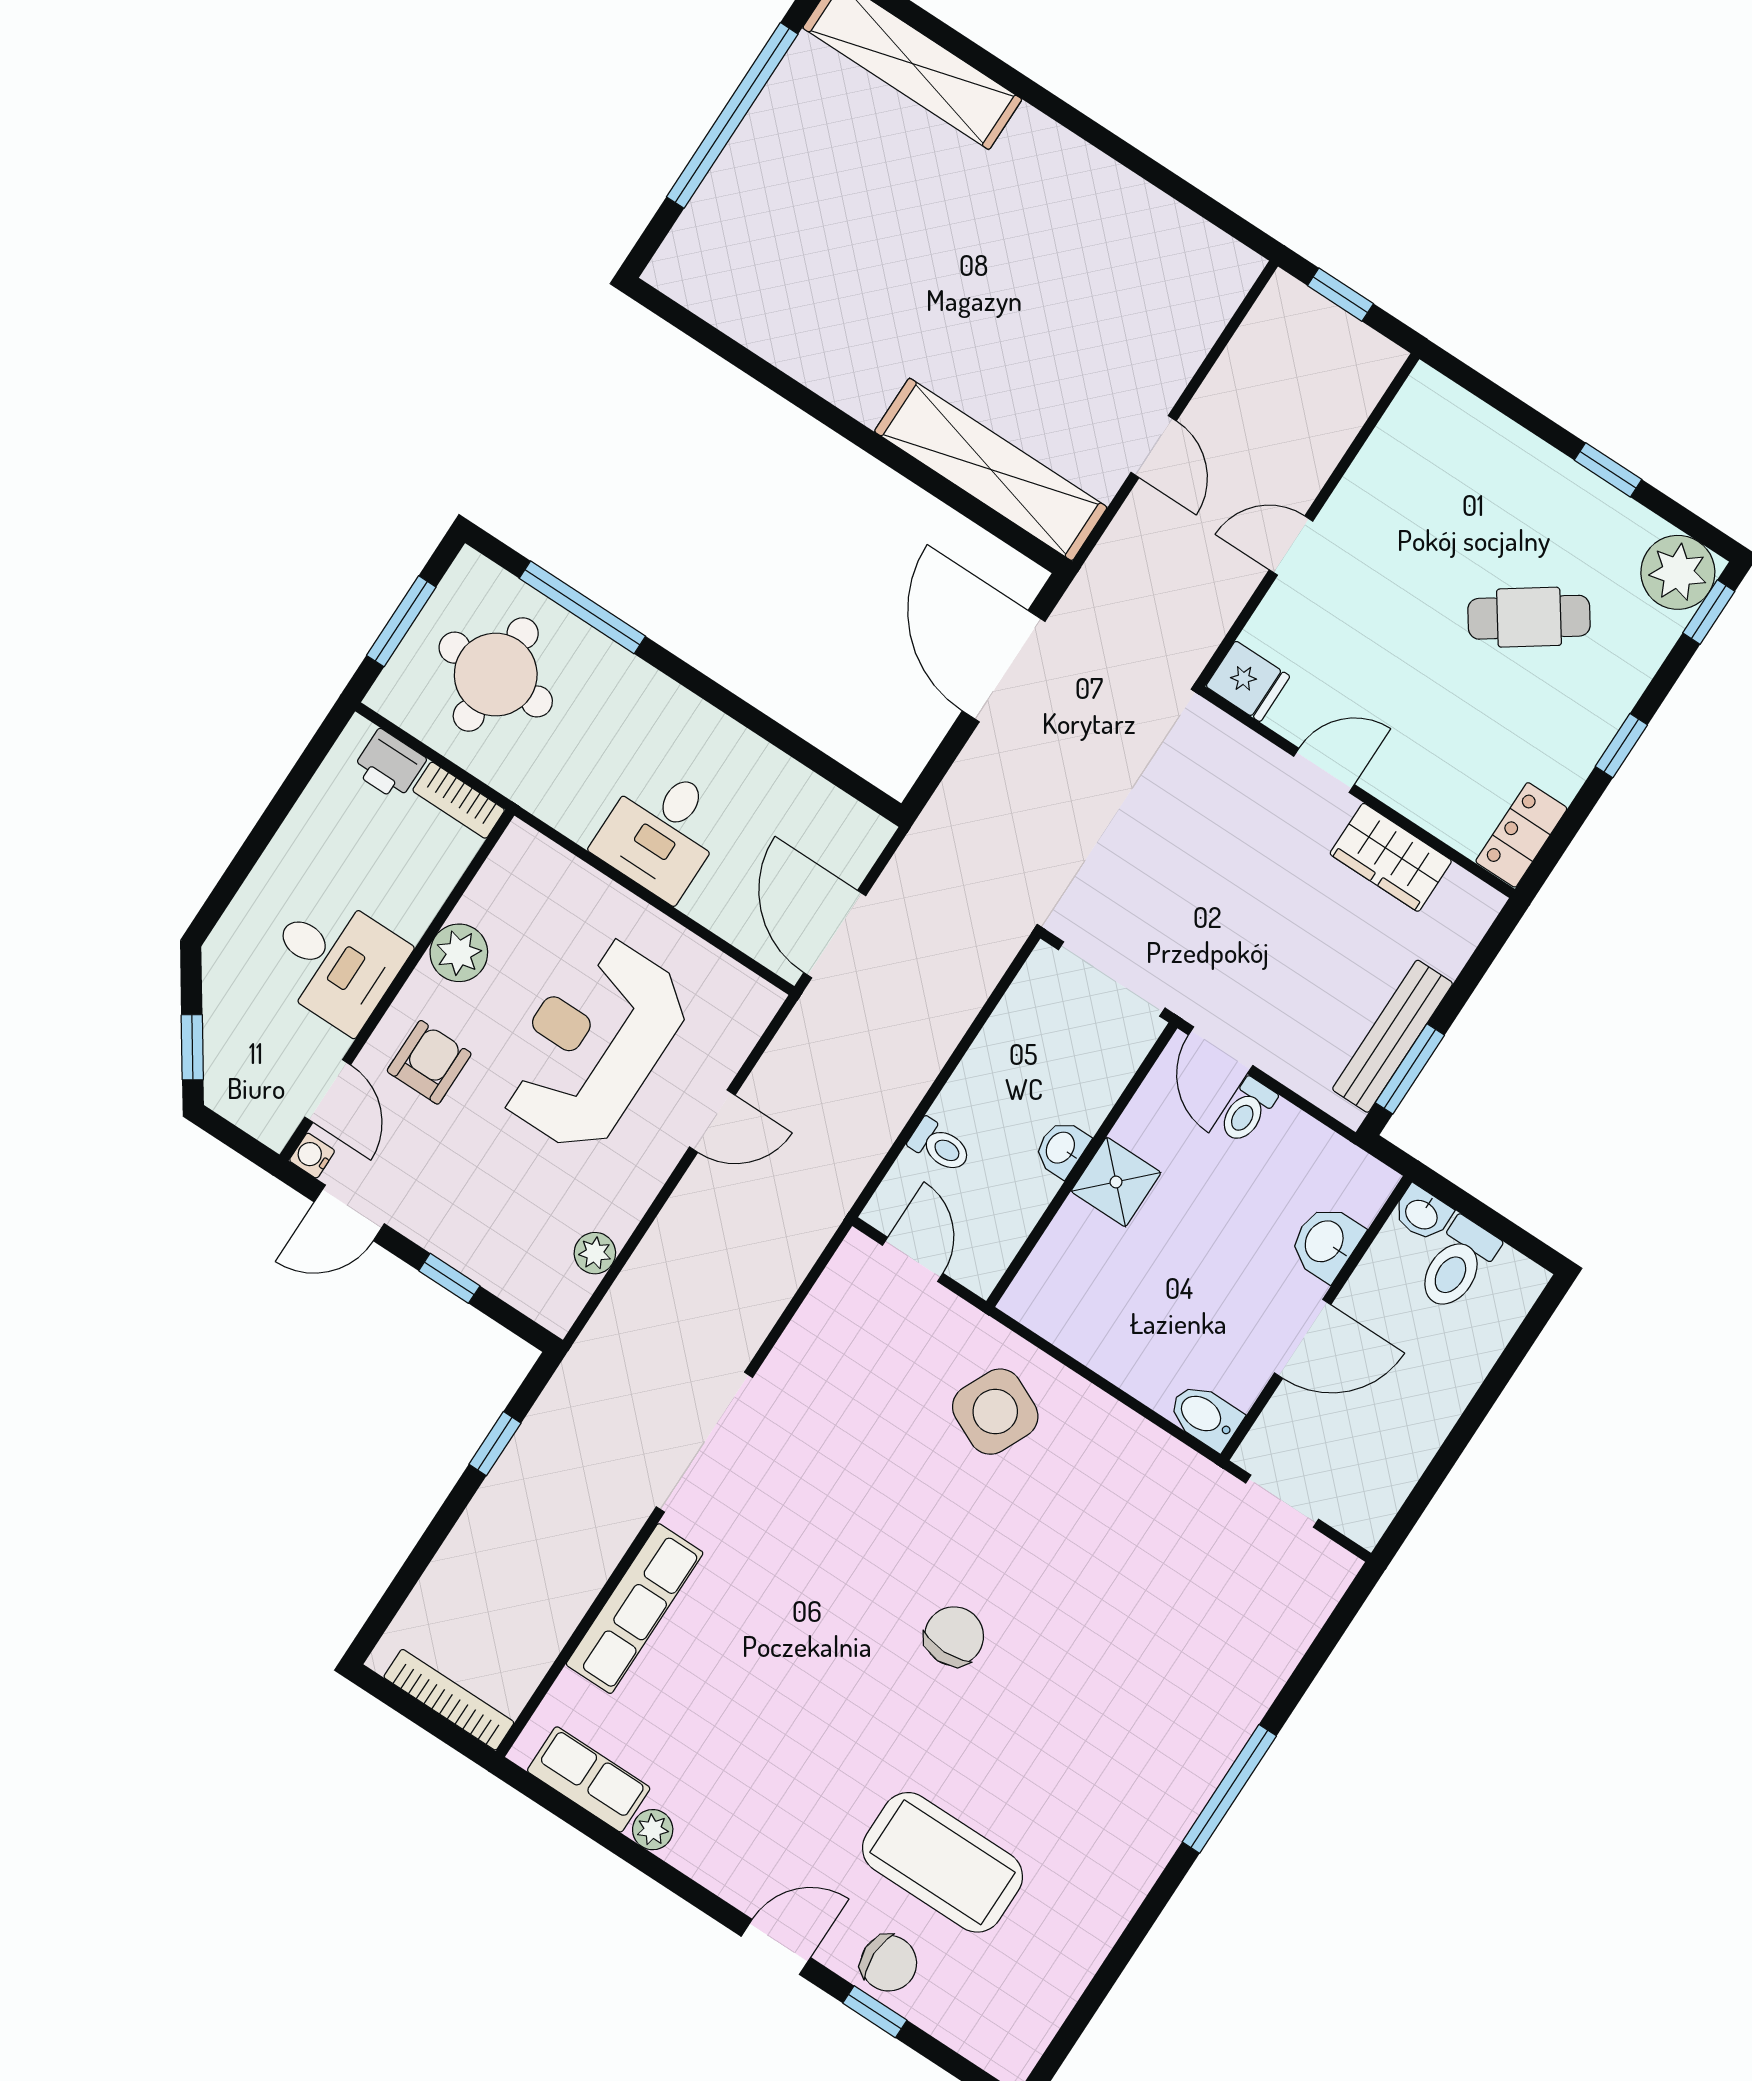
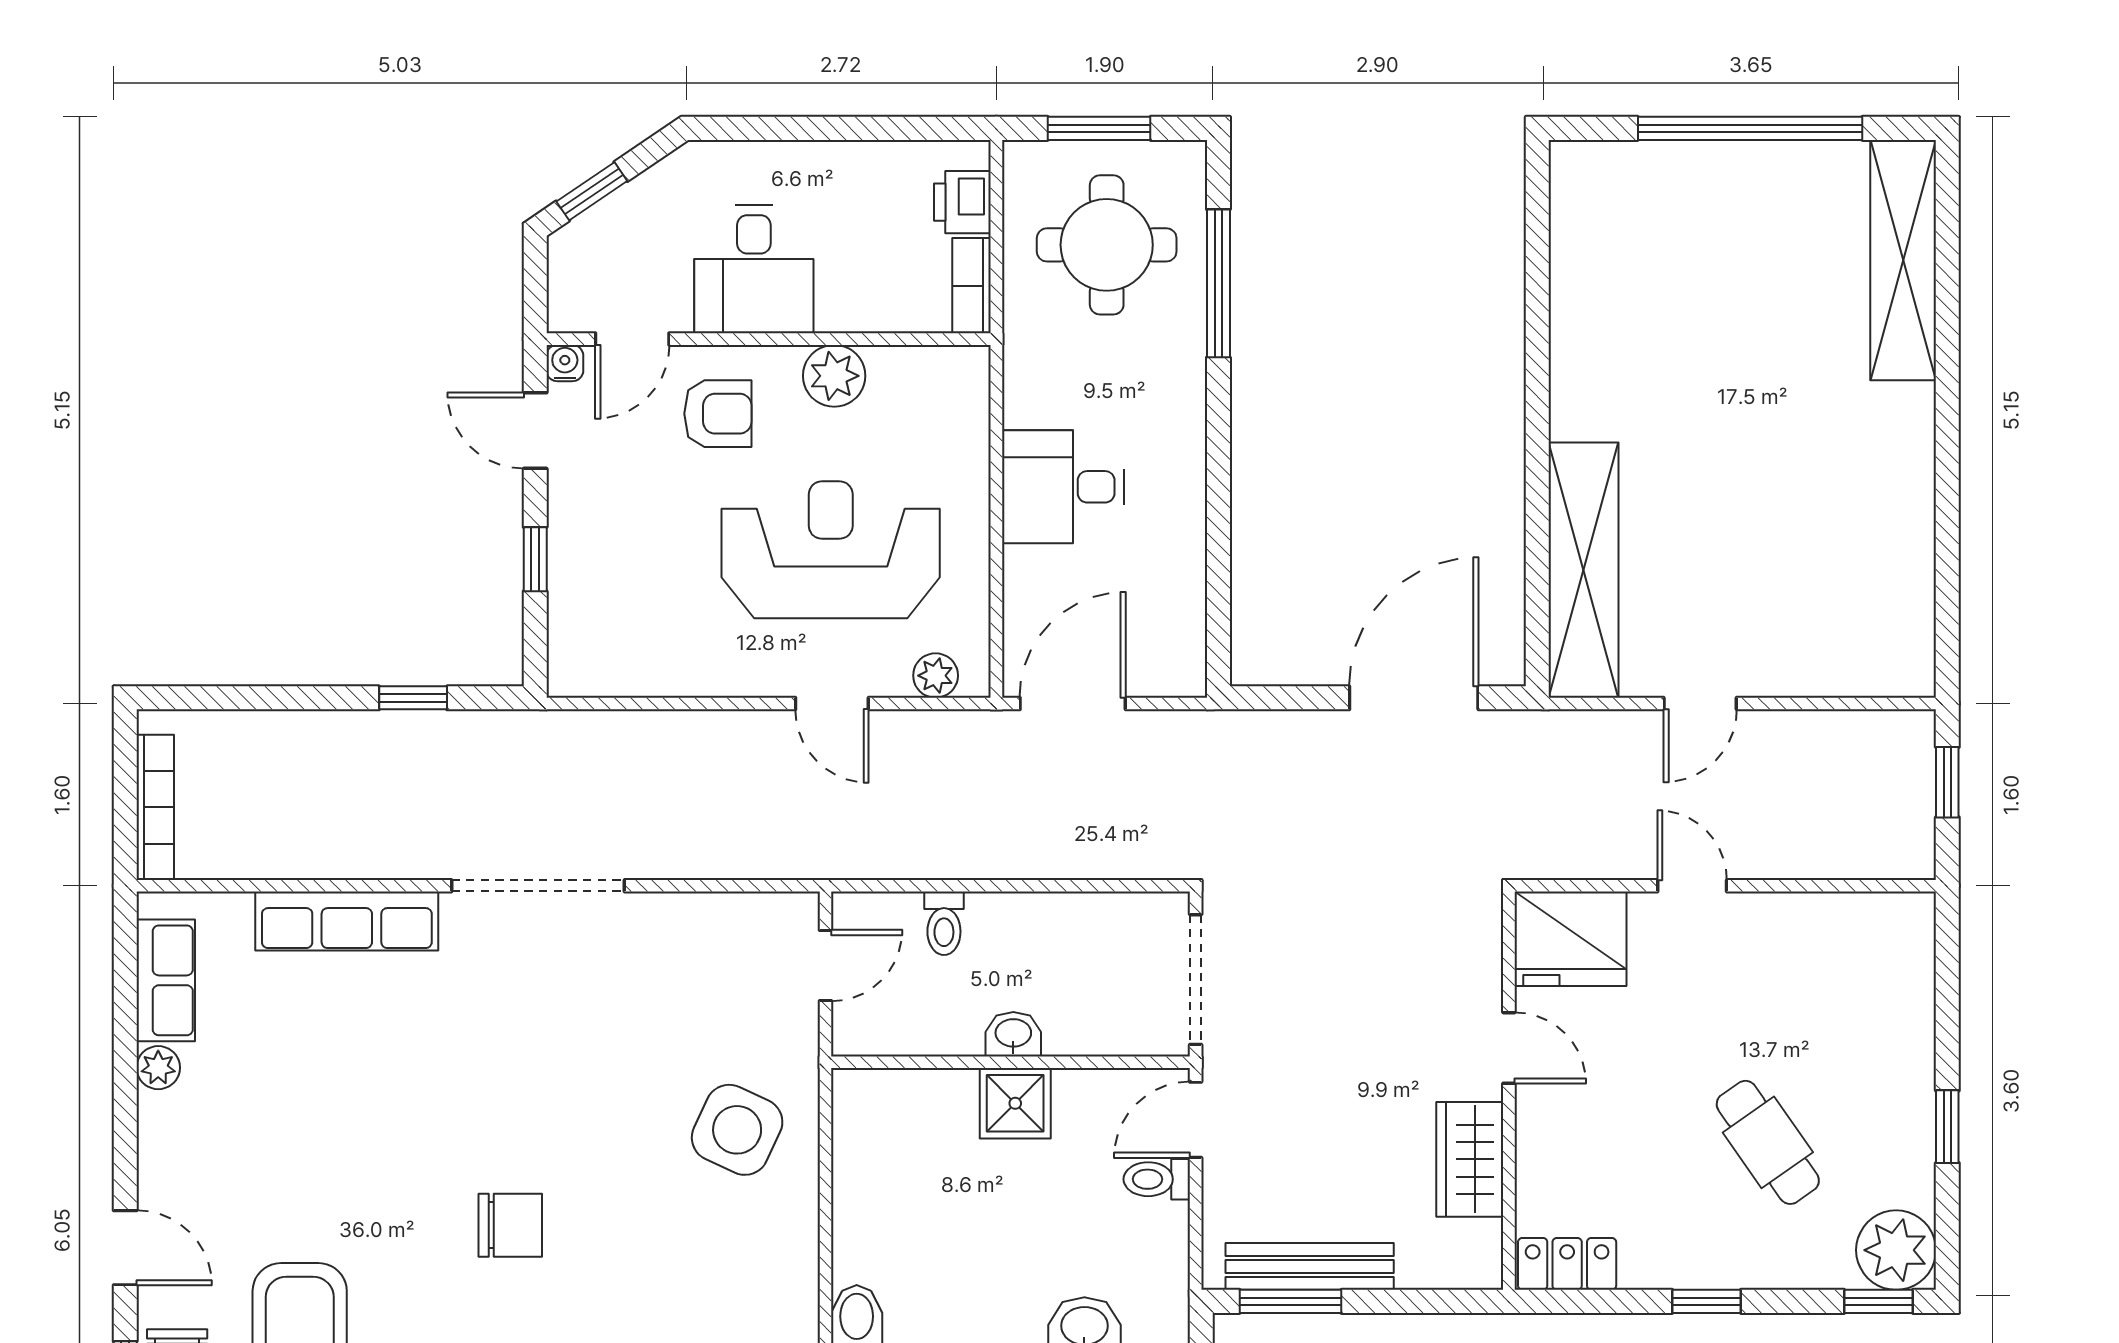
fridge: (1248, 681) -> (1571, 939), width x1.88, depth x1.34
plant: (595, 1253) -> (936, 676), moved

